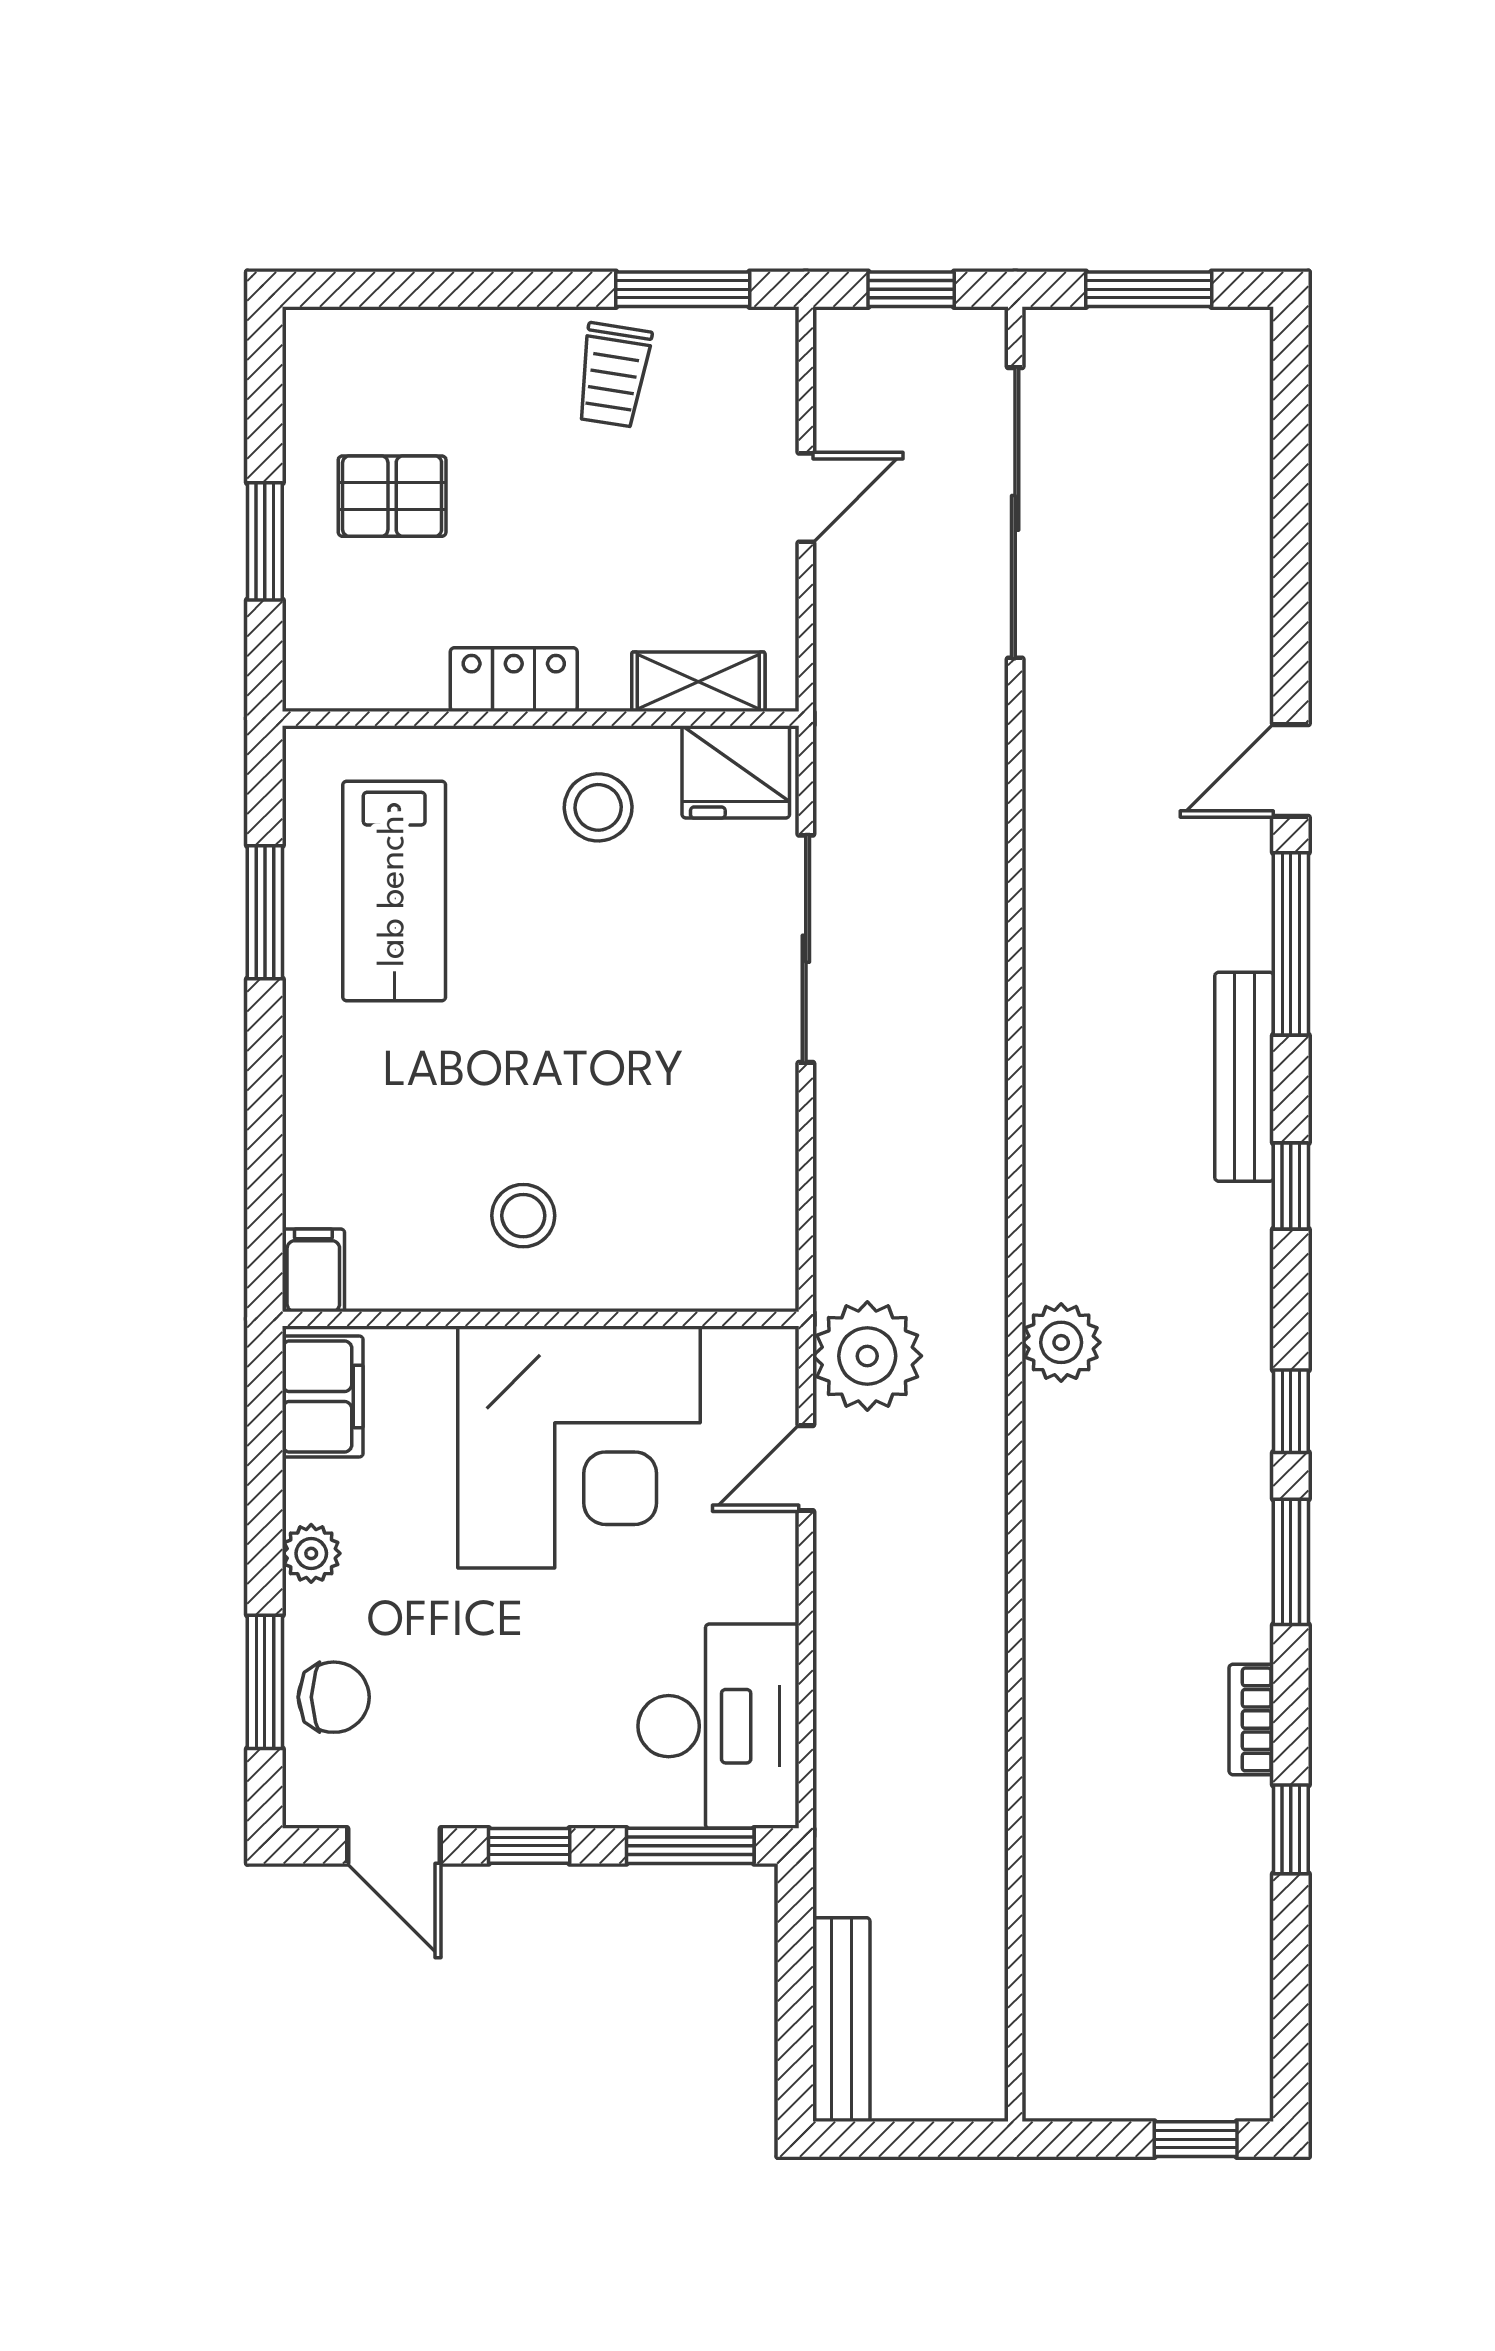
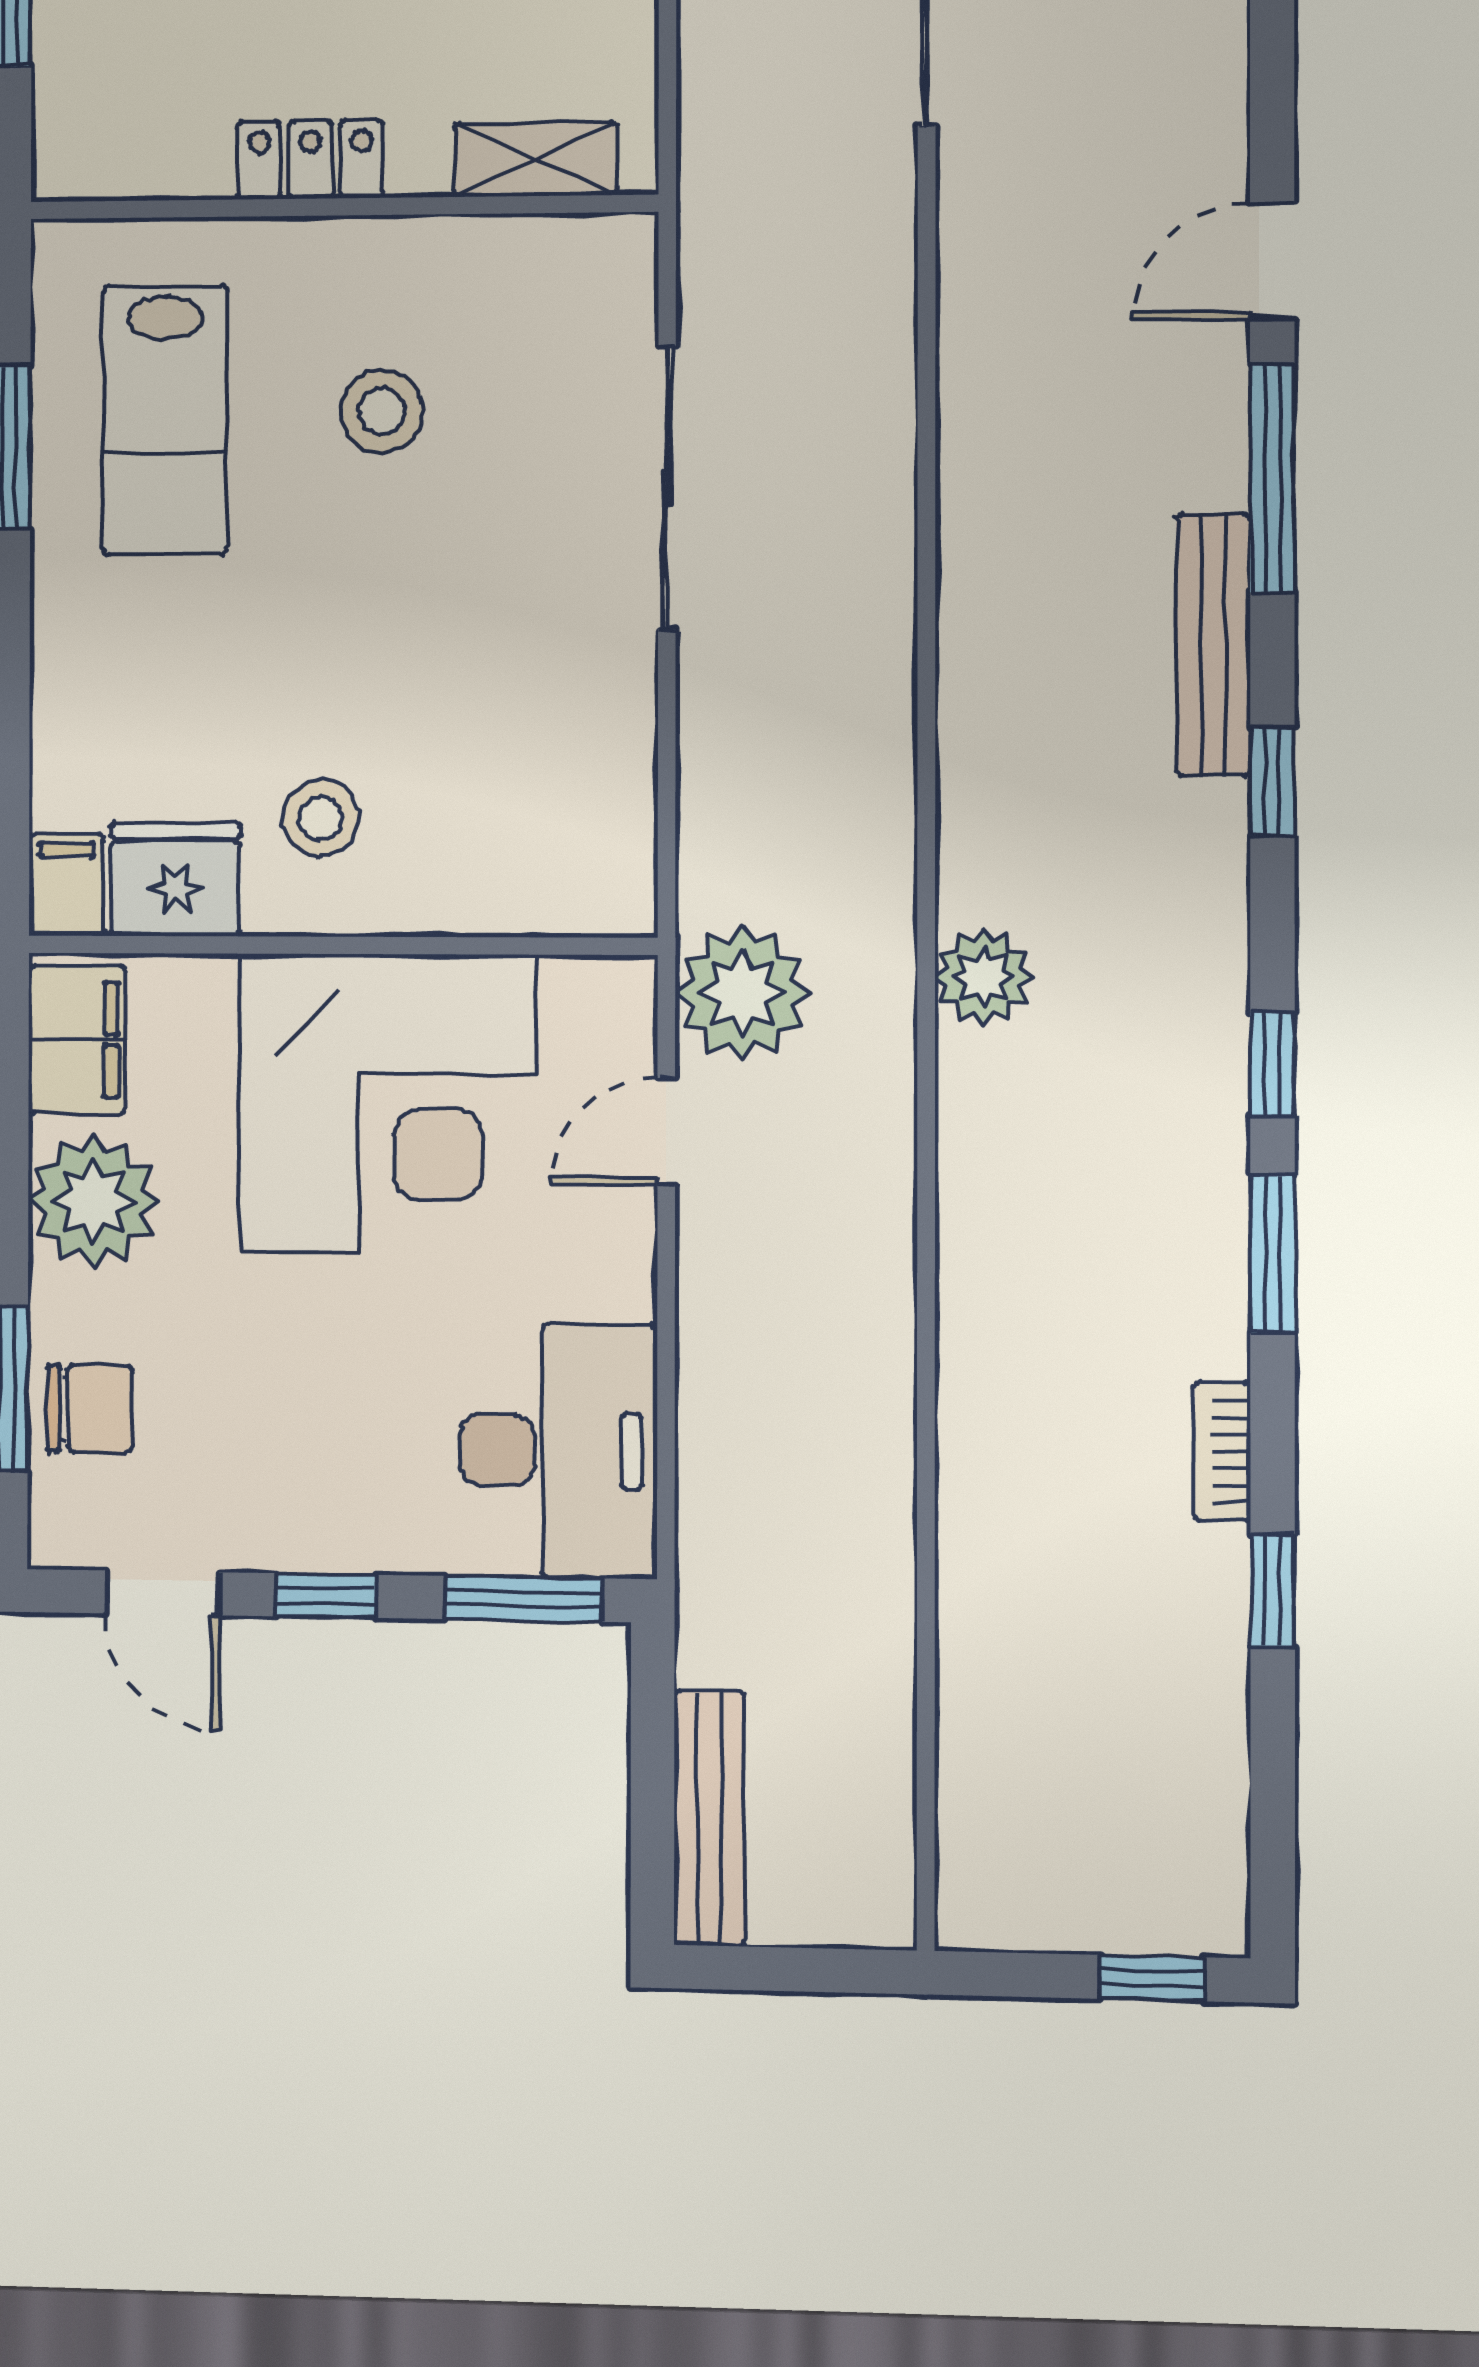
fridge: (736, 772) -> (176, 879), moved, turned 180
stool: (598, 807) -> (382, 411), moved
plant: (311, 1553) -> (94, 1201), width x1.88, depth x1.88

